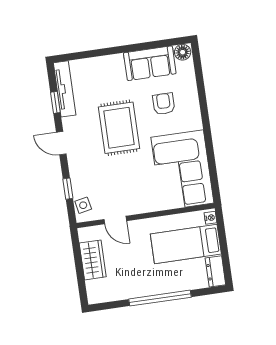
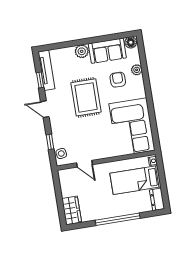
plant: (114, 63) -> (82, 51), added
plant: (190, 91) -> (137, 70), added
wardrobe: (93, 260) -> (72, 210), moved

